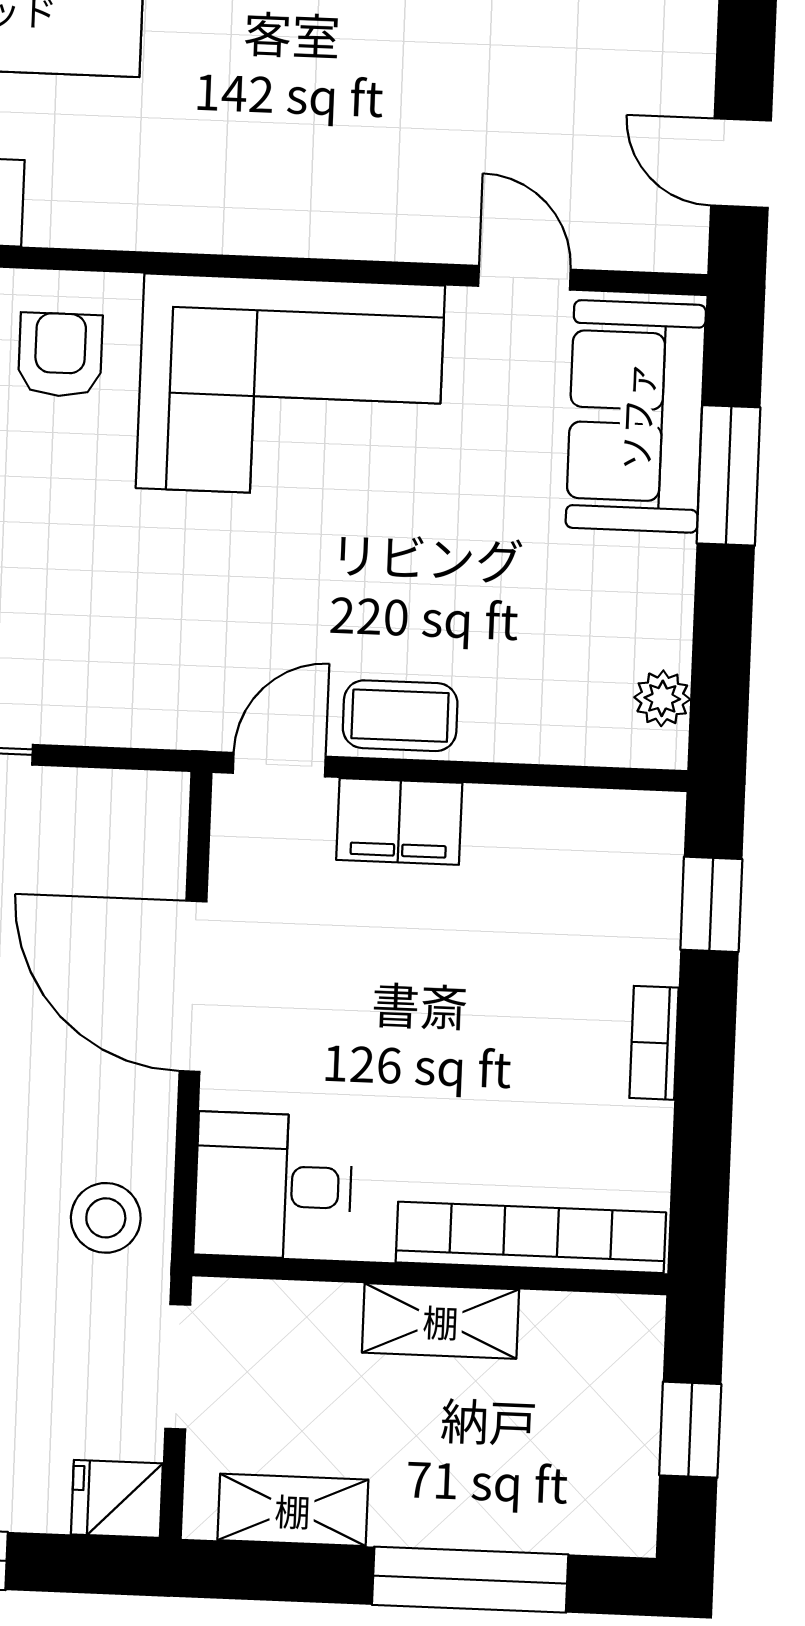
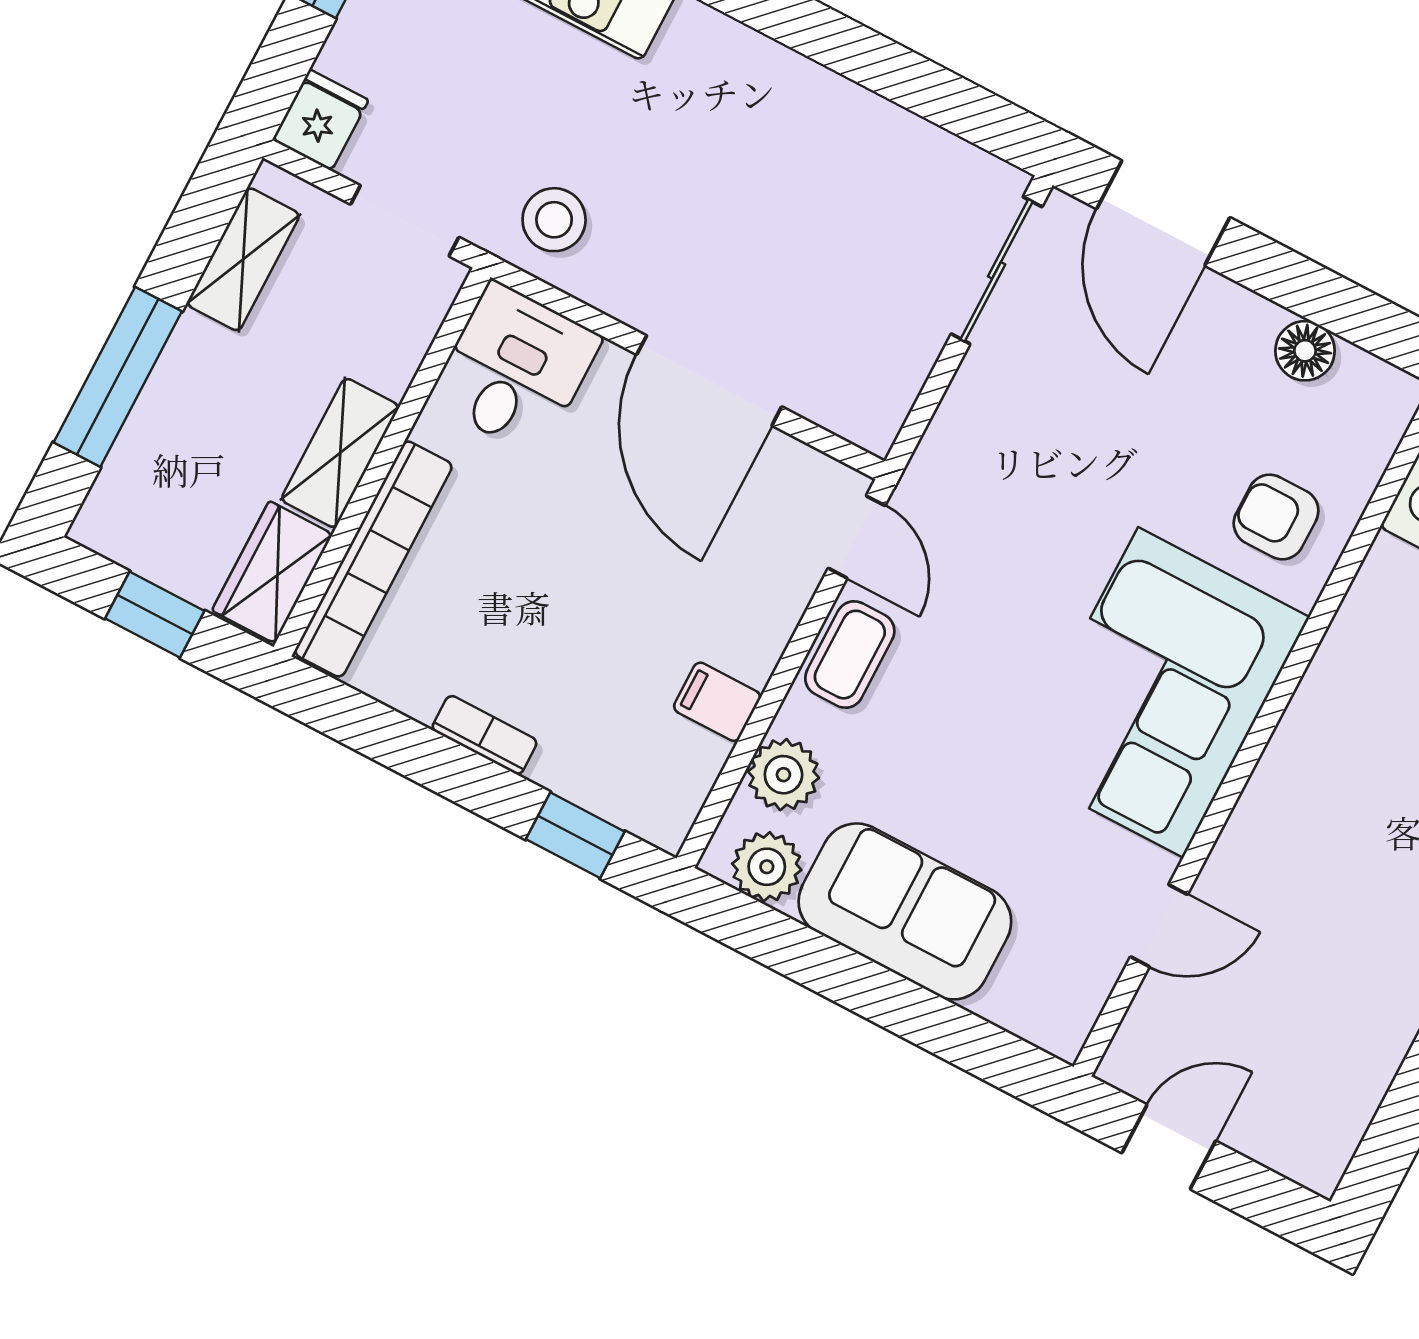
armchair: (60, 355) -> (1276, 517), turned 180
sofa: (636, 416) -> (905, 911), moved
window: (729, 475) -> (919, 1016), removed
plant: (662, 698) -> (767, 867), width x1.38, depth x1.38
plant: (552, 725) -> (783, 775), added
filing cabinet: (399, 821) -> (717, 702), moved, width x0.50
door: (193, 986) -> (709, 381), swing flipped
wardrobe: (592, 1332) -> (272, 572), added

